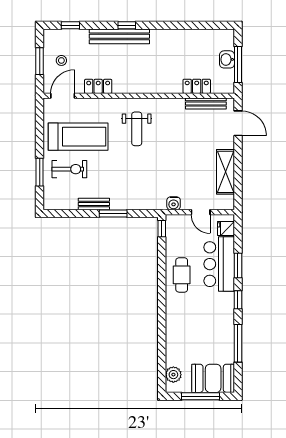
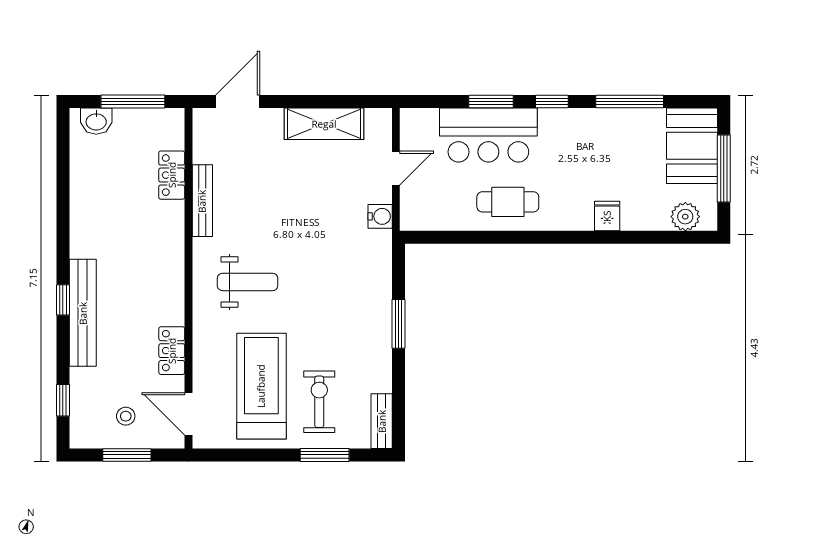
washbasin: (227, 59) -> (96, 121), moved
bench: (206, 103) -> (202, 201), moved
bench: (94, 204) -> (382, 421), moved
window: (162, 229) -> (425, 237), removed
fridge: (226, 229) -> (607, 216), moved, turned 180

